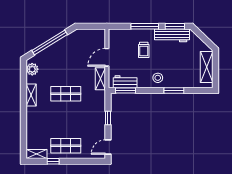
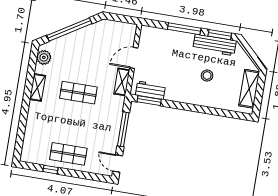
trolley: (144, 50) -> (178, 56), removed
stool: (158, 78) -> (207, 76), moved
window: (174, 91) -> (206, 110), removed
window: (108, 118) -> (123, 129), width x2.17
door: (108, 147) -> (118, 163), hinge flipped
shelving: (37, 154) -> (32, 158), removed

